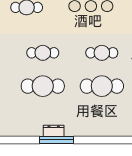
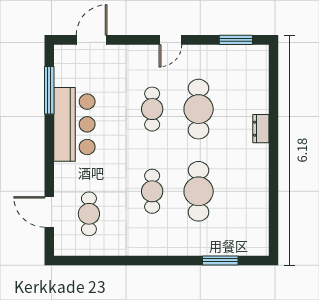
dresser: (54, 131) -> (261, 129), moved
window: (57, 140) -> (273, 172), removed

